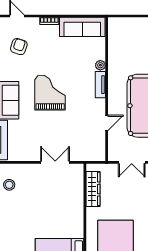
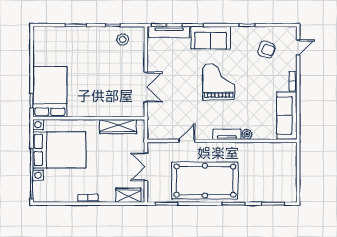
grand piano: (50, 93) -> (219, 82), turned -90
door: (107, 123) -> (187, 141), swing flipped

